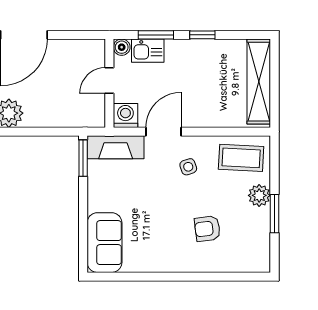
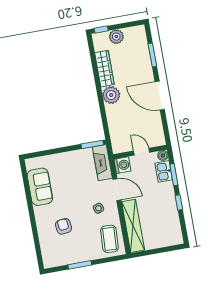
shelving: (259, 82) -> (133, 226), moved, turned 90
plant: (259, 195) -> (89, 254), removed
sofa: (105, 243) -> (40, 187), moved, turned -90

